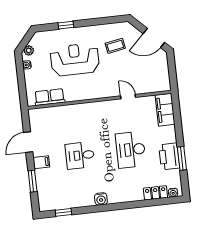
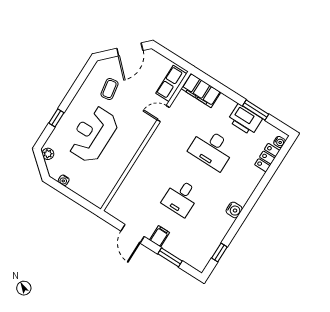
plant: (29, 50) -> (48, 154), moved
row of seats: (50, 97) -> (171, 83), moved

